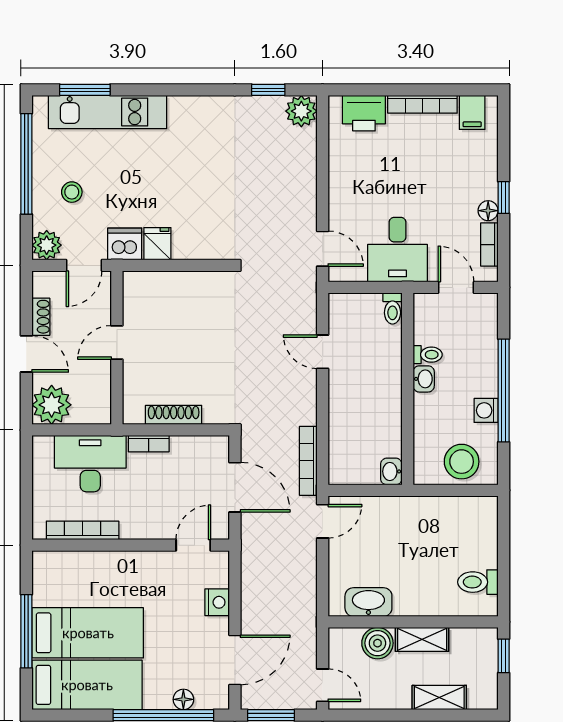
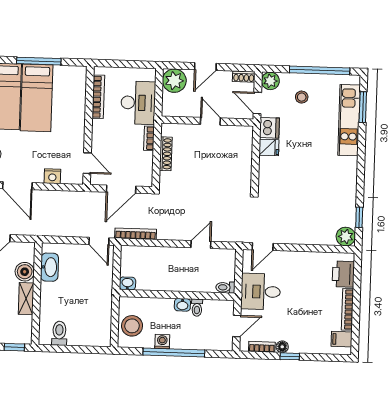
shoe rack: (41, 317) -> (244, 77), moved

